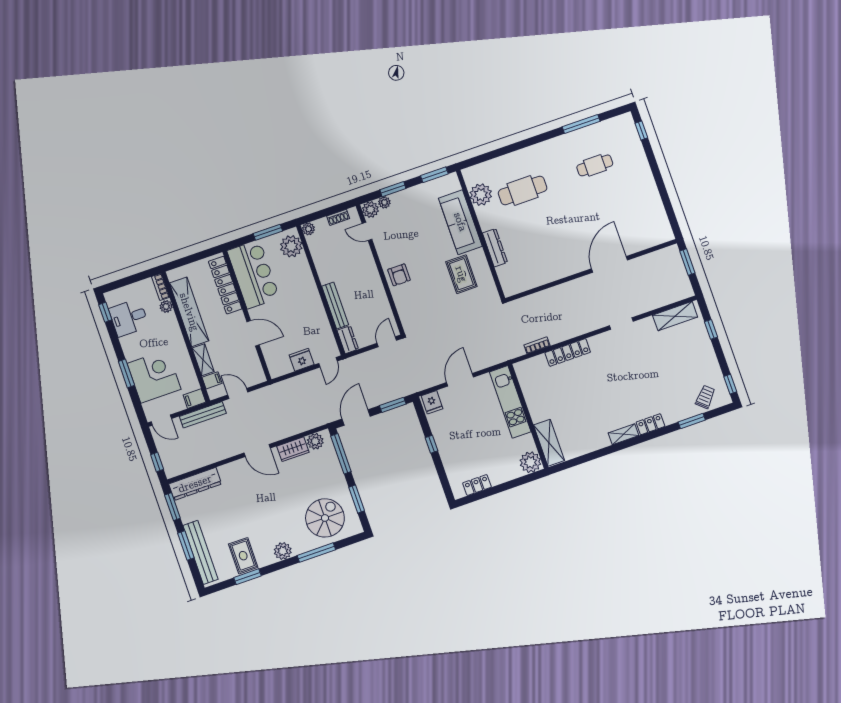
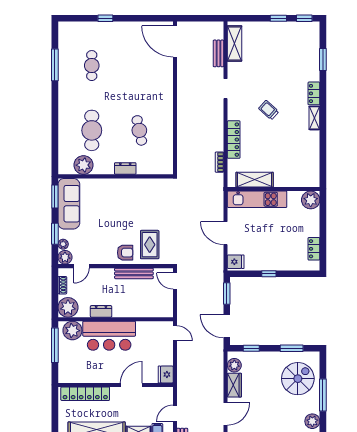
window: (641, 131) -> (105, 18), moved
sofa: (460, 222) -> (69, 204), moved, turned -90
plant: (308, 229) -> (68, 307), width x1.87, depth x1.87
window: (268, 232) -> (55, 345), width x1.44
cafe table: (541, 244) -> (139, 130), added
dresser: (495, 248) -> (125, 168), width x0.70
window: (687, 262) -> (195, 18), removed
door: (609, 264) -> (175, 41), moved
bar counter: (253, 274) -> (109, 336), moved, turned 180
rug: (461, 274) -> (150, 245), moved, turned 90
bench: (658, 302) -> (219, 53), added
bench: (335, 305) -> (134, 273), moved
window: (711, 329) -> (278, 18), moved
dresser: (348, 340) -> (101, 311), moved
fridge: (302, 360) -> (166, 374), moved
trolley: (705, 397) -> (269, 110), moved
shelving: (549, 443) -> (255, 180), moved
window: (341, 454) -> (251, 348), width x0.46
spiral stairs: (325, 518) -> (298, 379), turned 90

